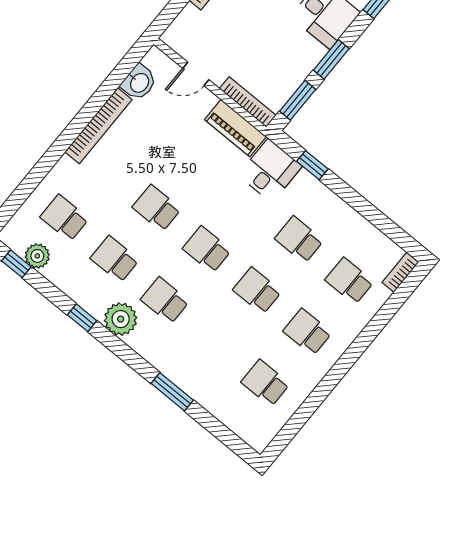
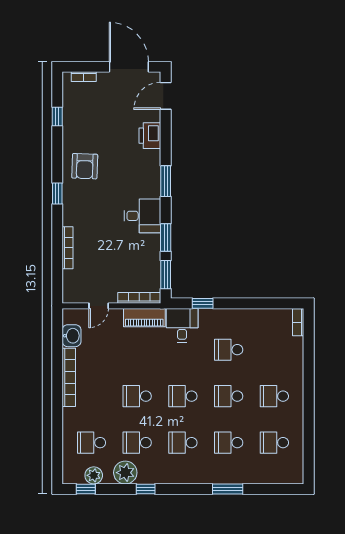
school desk: (349, 281) -> (229, 443), moved
plant: (121, 319) -> (125, 473), moved

